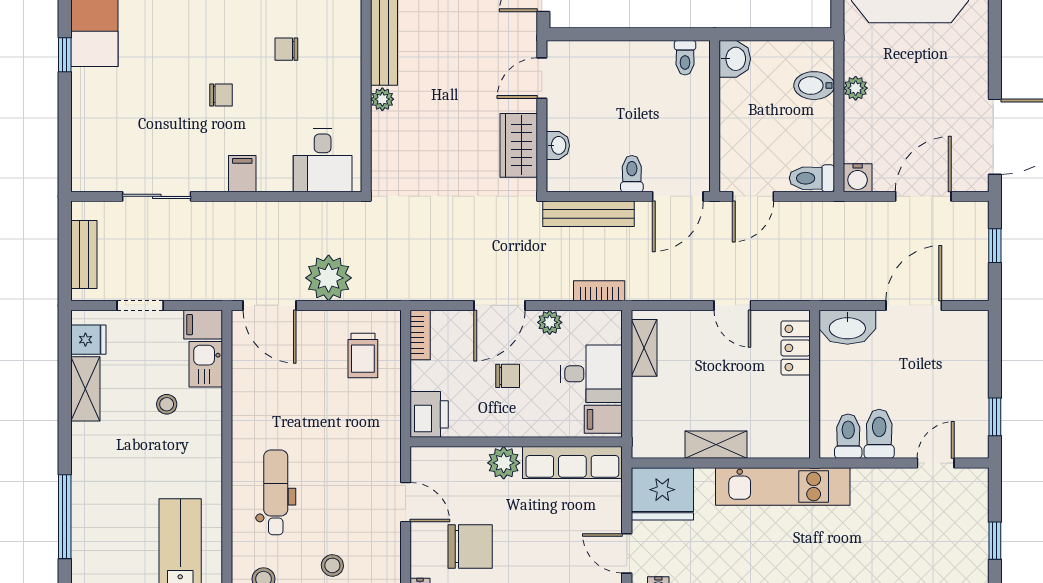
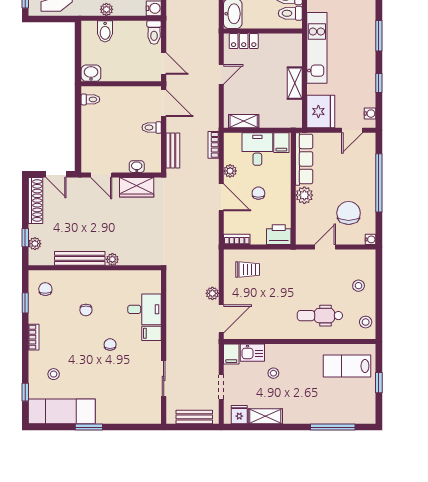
window: (65, 55) -> (89, 427), width x1.50
desk: (323, 160) -> (145, 309), moved
bench: (588, 214) -> (173, 150), width x0.73
plant: (329, 278) -> (212, 293), width x0.53, depth x0.53

